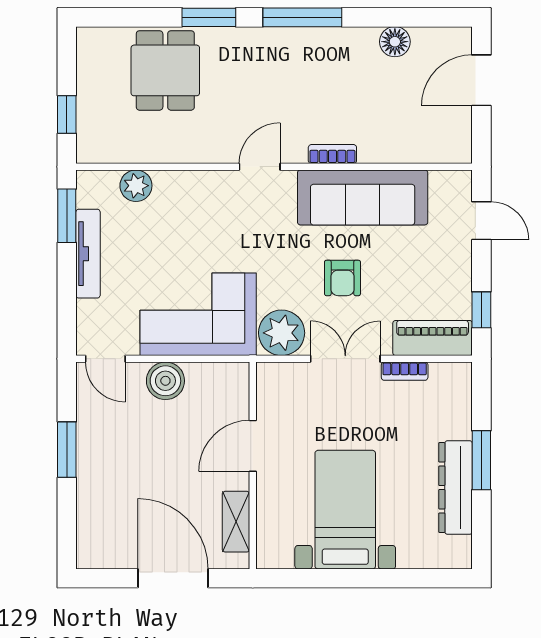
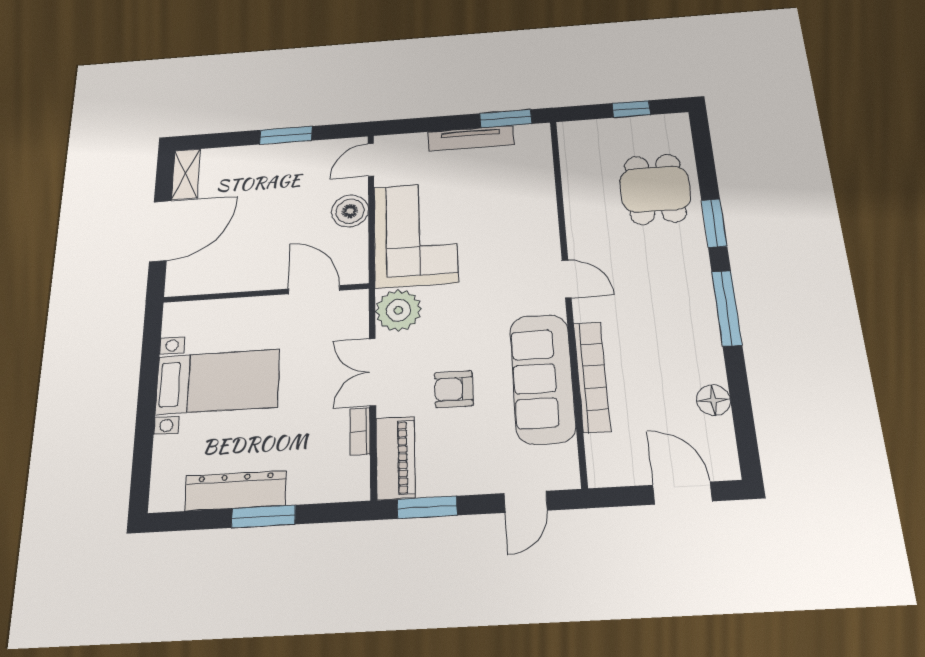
dining table: (165, 70) -> (655, 189), turned 90
window: (67, 114) -> (631, 109), moved
bookcase: (332, 154) -> (592, 377), width x2.31, depth x1.31
plant: (136, 186) -> (539, 173), removed
armchair: (342, 278) -> (454, 389), moved
window: (481, 310) -> (427, 507), width x1.50
double door: (345, 359) -> (373, 372), swing flipped
door: (253, 446) -> (314, 290), moved
shelving: (236, 522) -> (186, 174), moved, turned 90

